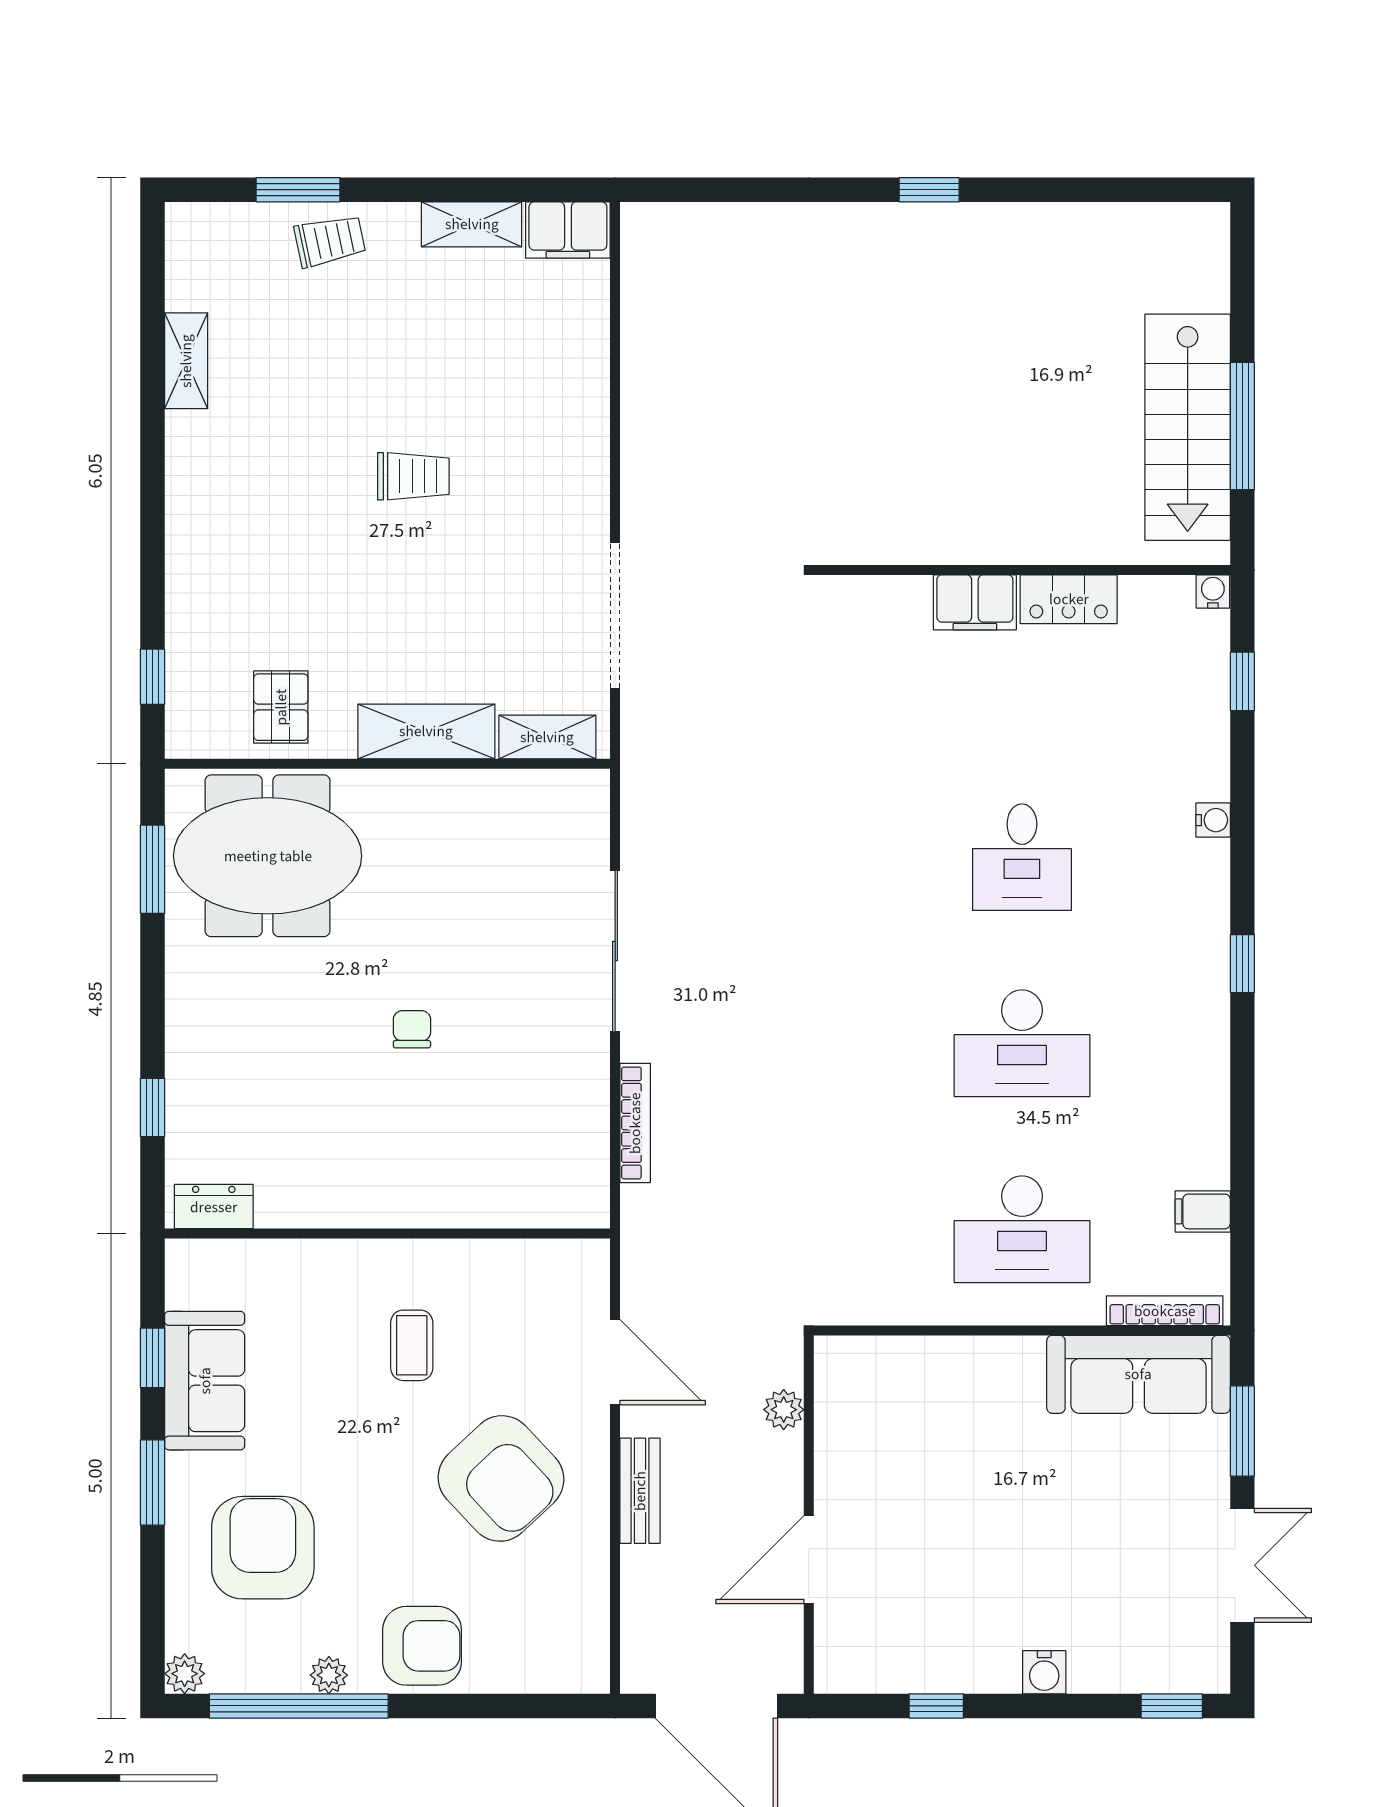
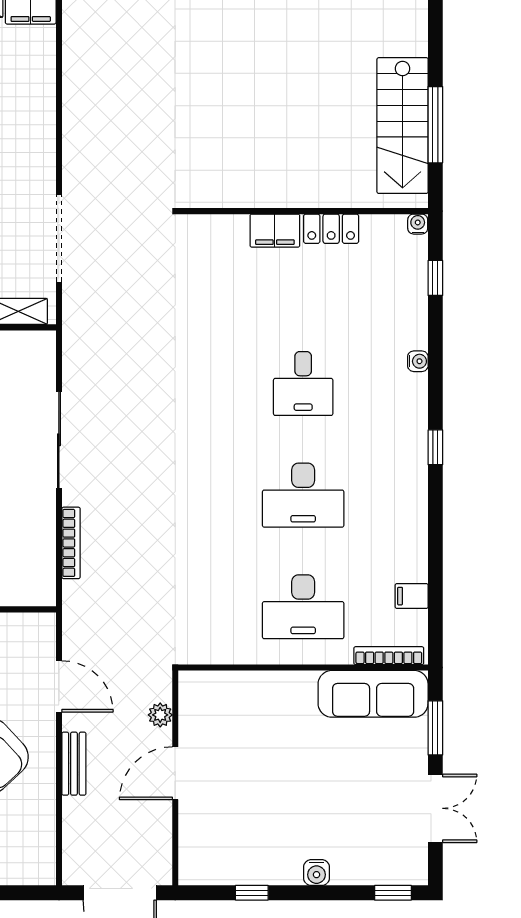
door: (809, 1560) -> (175, 773), moved

